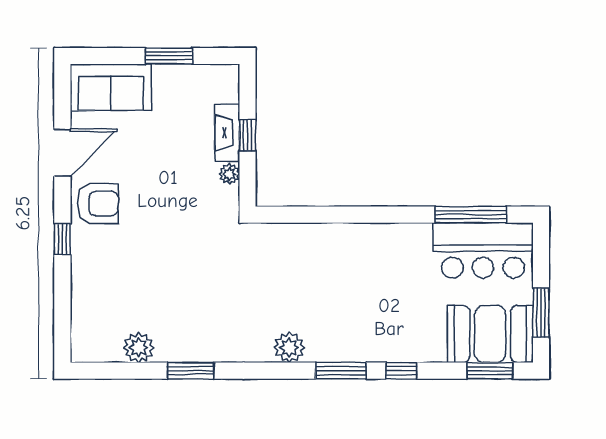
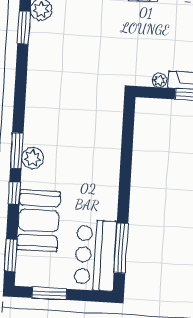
booth: (490, 334) -> (39, 221), moved
plant: (289, 347) -> (33, 158), moved
window: (190, 371) -> (24, 28), moved

